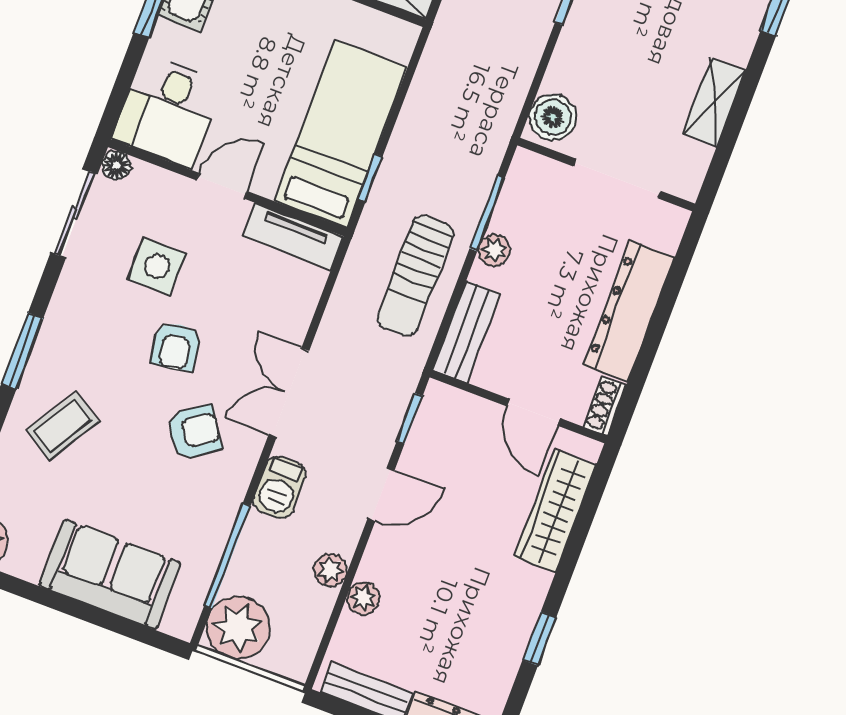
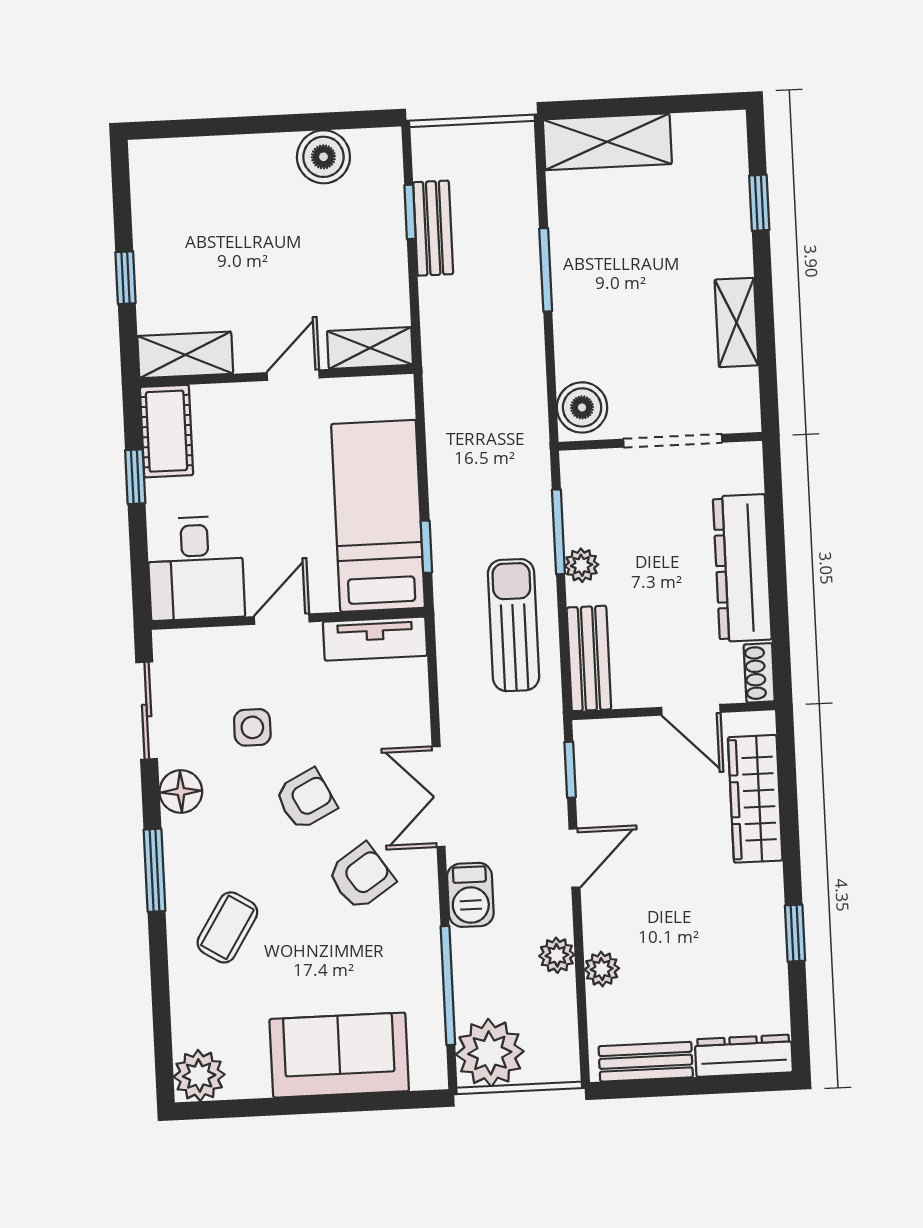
floor lamp: (116, 166) -> (181, 792), moved, width x1.37, depth x1.37
side table: (157, 266) -> (252, 727), width x0.73, depth x0.73
sun lounger: (415, 276) -> (514, 625), turned 180
armchair: (176, 346) -> (306, 799), turned -108

